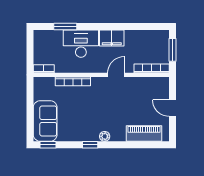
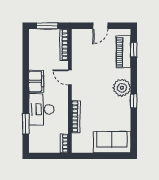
plant: (105, 136) -> (122, 88), width x1.88, depth x1.88
window: (48, 145) -> (134, 50), moved

